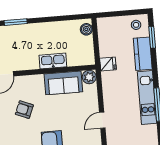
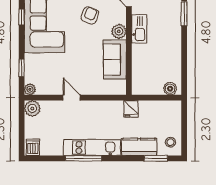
kitchen sink: (53, 61) -> (139, 29), moved
plant: (89, 77) -> (119, 31), moved

